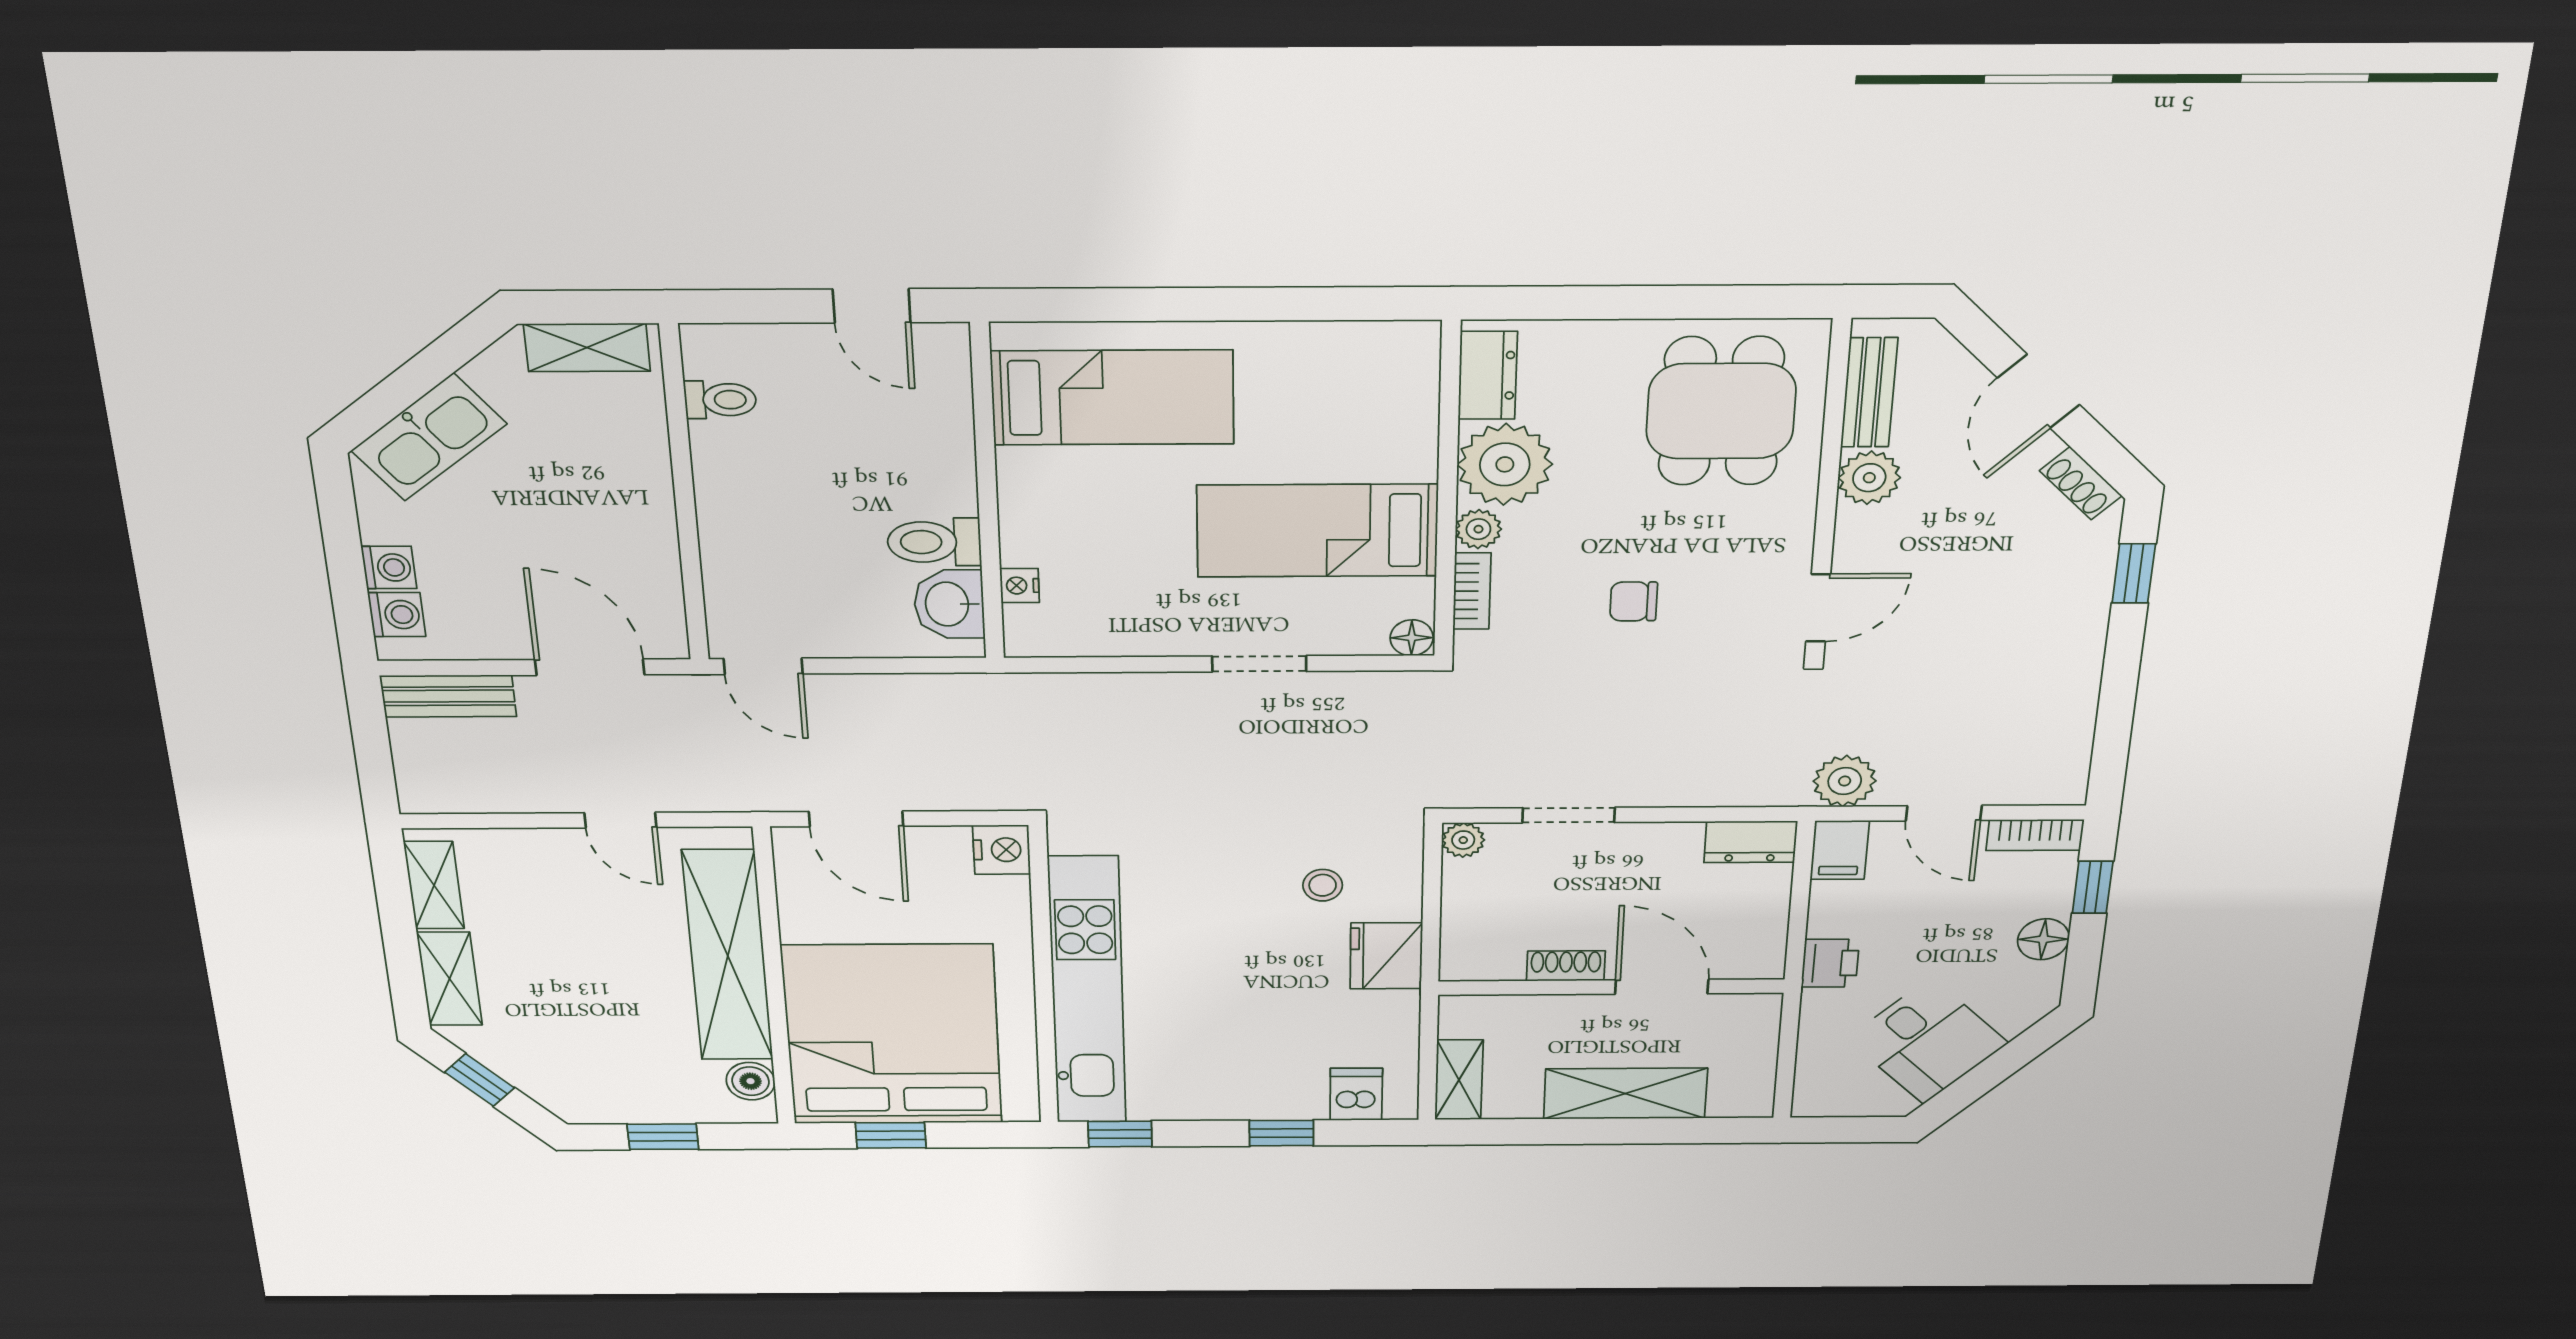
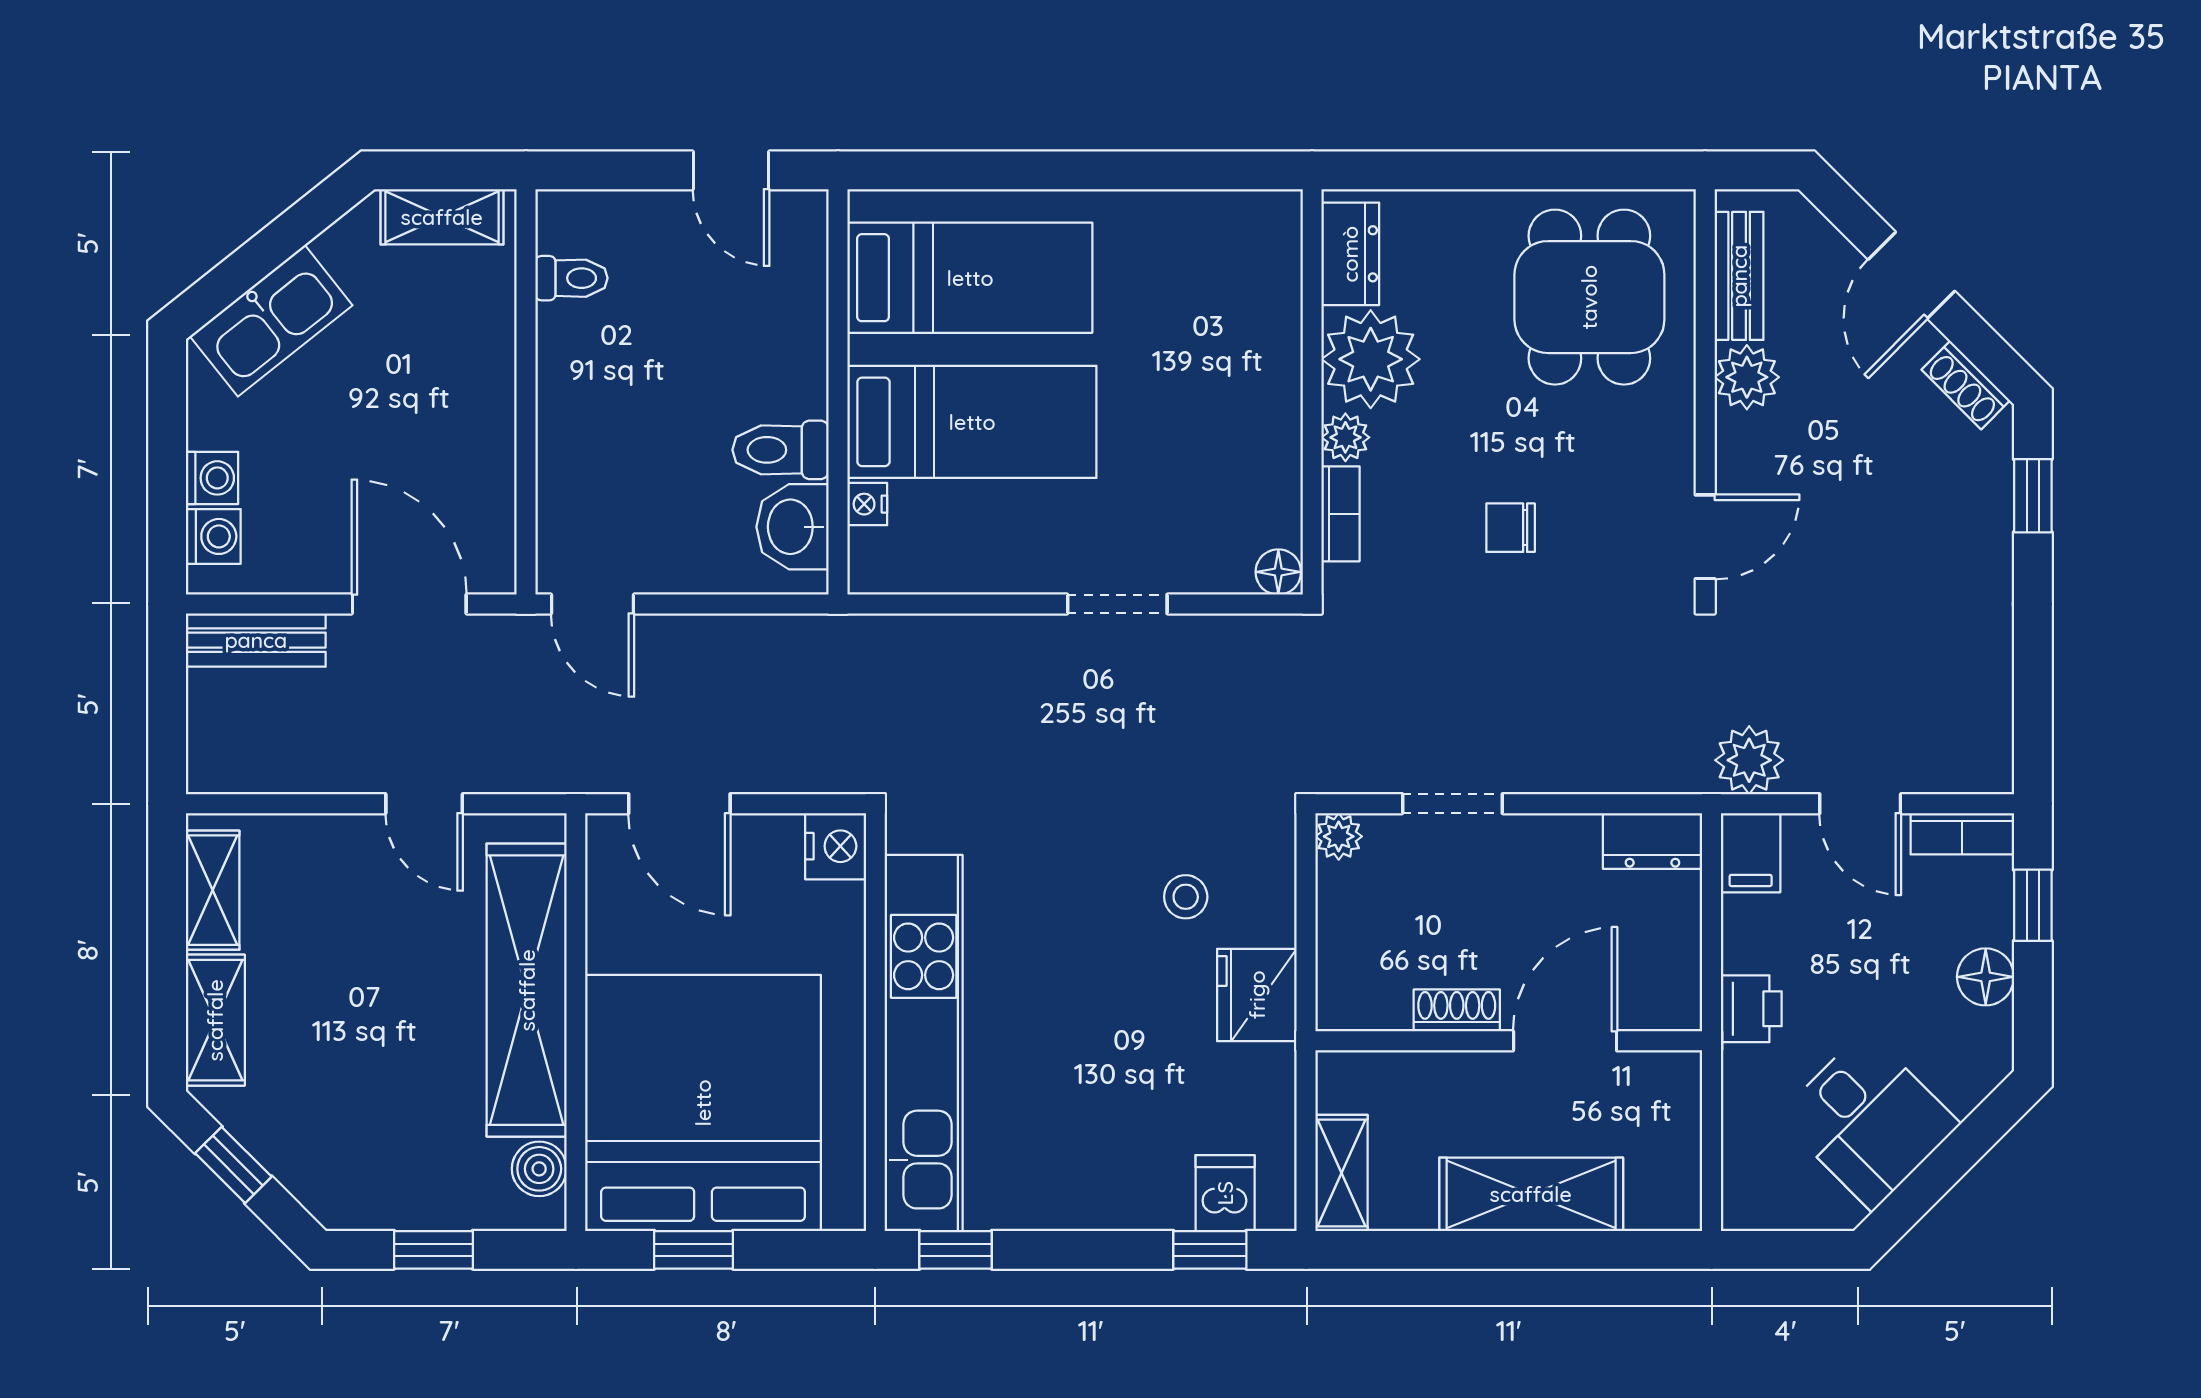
bed: (1317, 531) -> (972, 422), moved, turned 180
door: (1662, 987) -> (1565, 1041), hinge flipped
window: (1281, 1133) -> (1210, 1250), moved

